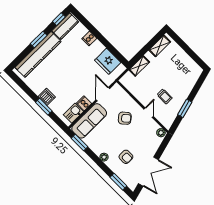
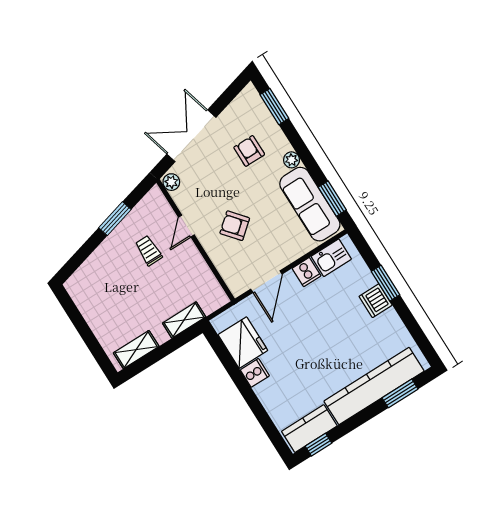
cooker: (89, 38) -> (255, 373), moved
window: (39, 39) -> (400, 393), moved
sofa: (89, 121) -> (310, 204), moved, turned -90
double door: (148, 172) -> (191, 136), moved

